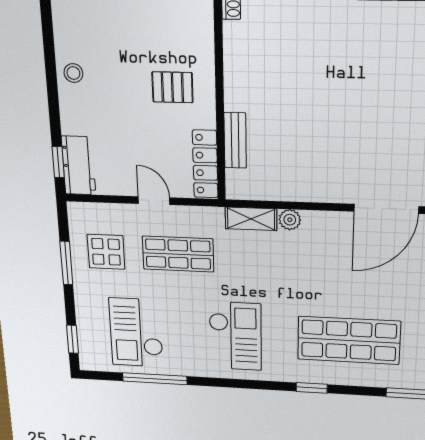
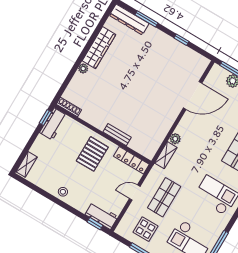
pallet: (172, 87) -> (92, 154), width x1.50, depth x1.42
bench: (235, 140) -> (117, 135), moved
door: (386, 209) -> (193, 96), hinge flipped

